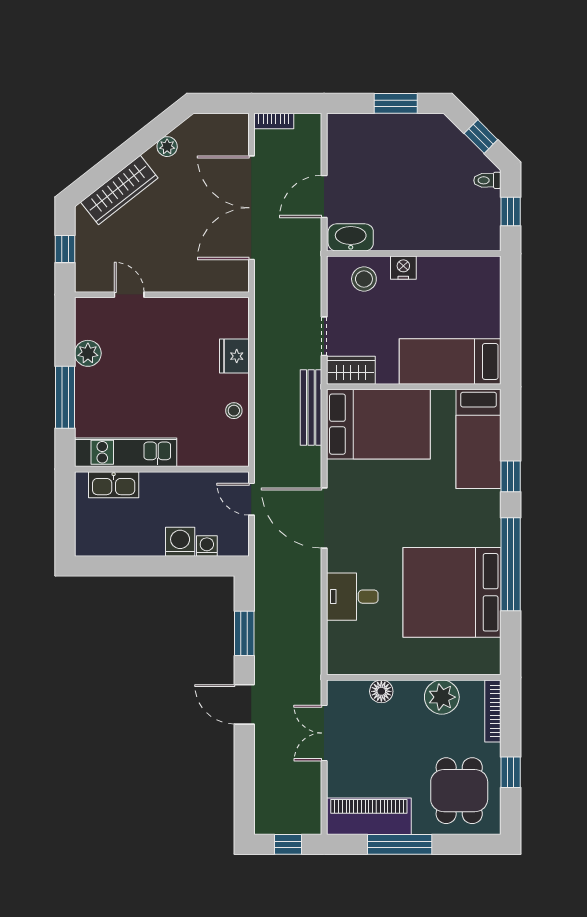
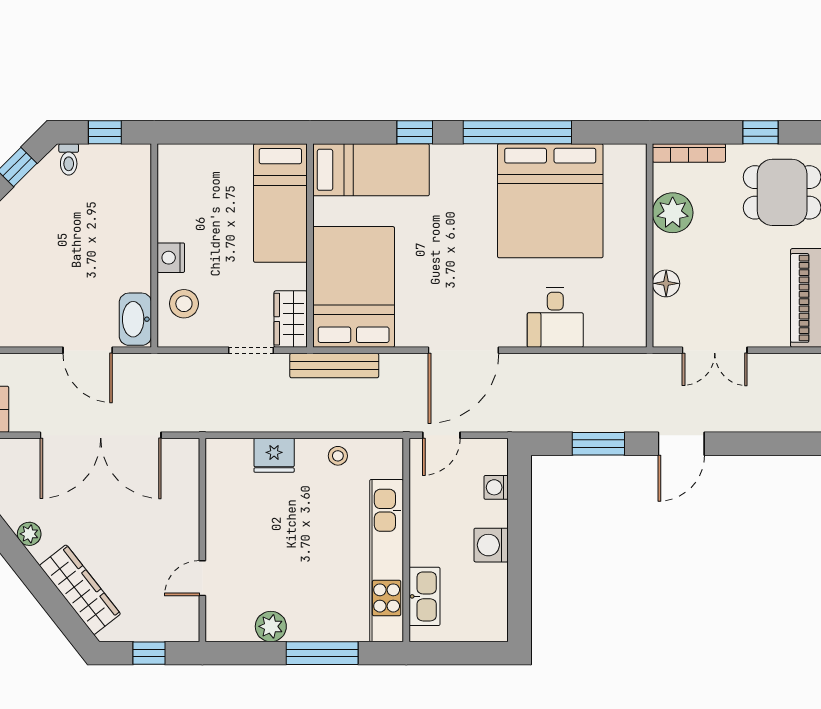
kitchen unit: (126, 452) -> (387, 561), width x1.36
washing machine: (180, 542) -> (491, 545), moved

